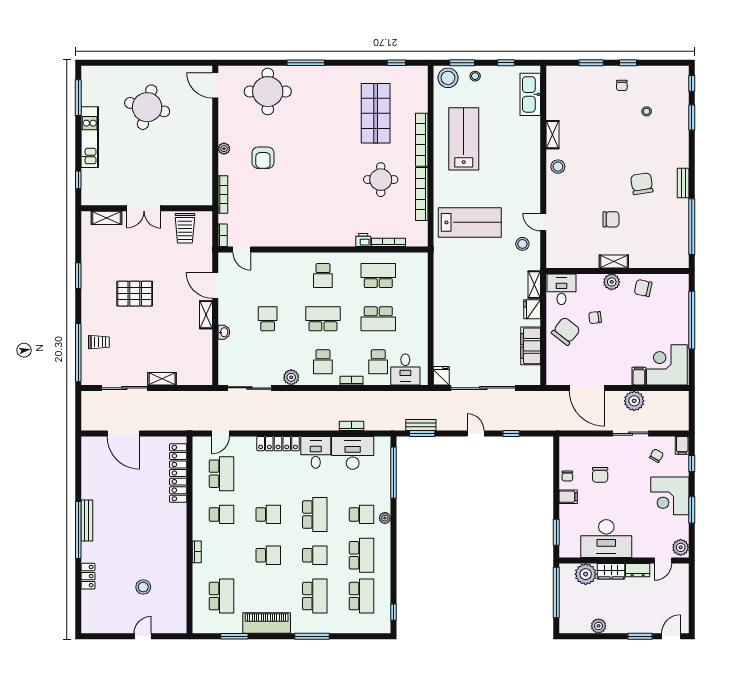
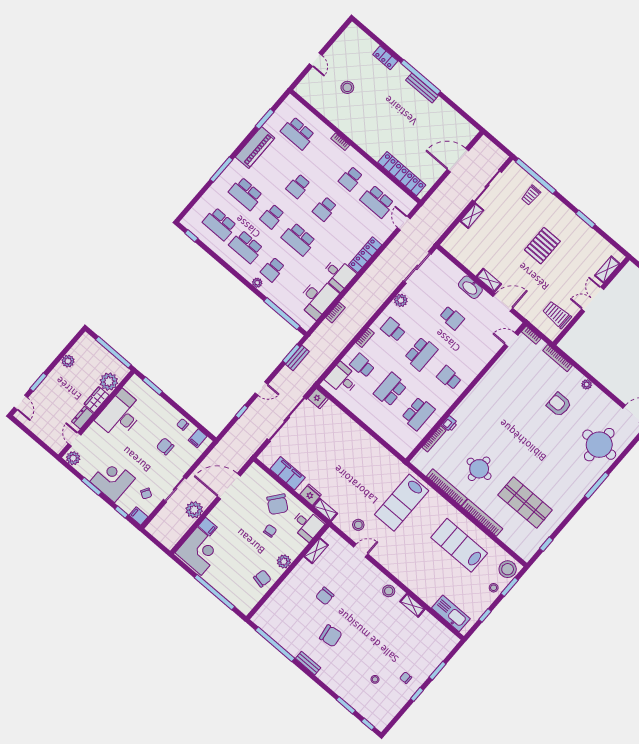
lab bench: (464, 139) -> (459, 545), turned 180
shelving: (614, 262) -> (316, 551), moved
washbasin: (224, 332) -> (470, 287), width x1.91, depth x1.45
filing cabinet: (568, 497) -> (198, 438), moved

